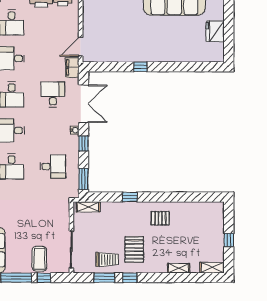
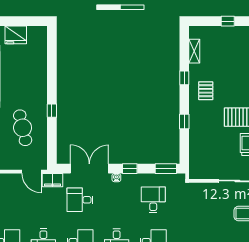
cafe table: (124, 38) -> (23, 128), added
window: (173, 197) -> (184, 78), added
shelving: (88, 207) -> (194, 51), moved

